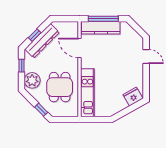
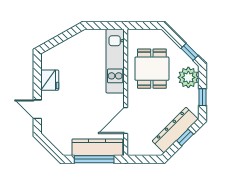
door: (79, 48) -> (126, 121), swing flipped
fridge: (133, 97) -> (50, 80), moved, turned -61
window: (41, 110) -> (190, 52), moved

